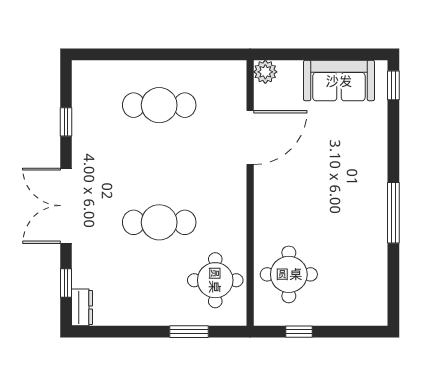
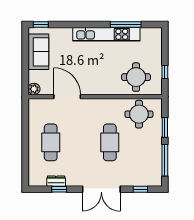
window: (393, 213) -> (126, 24), moved
kitchen unit: (374, 216) -> (106, 34), added
dresser: (82, 307) -> (56, 181), moved
window: (124, 332) -> (165, 160), added

